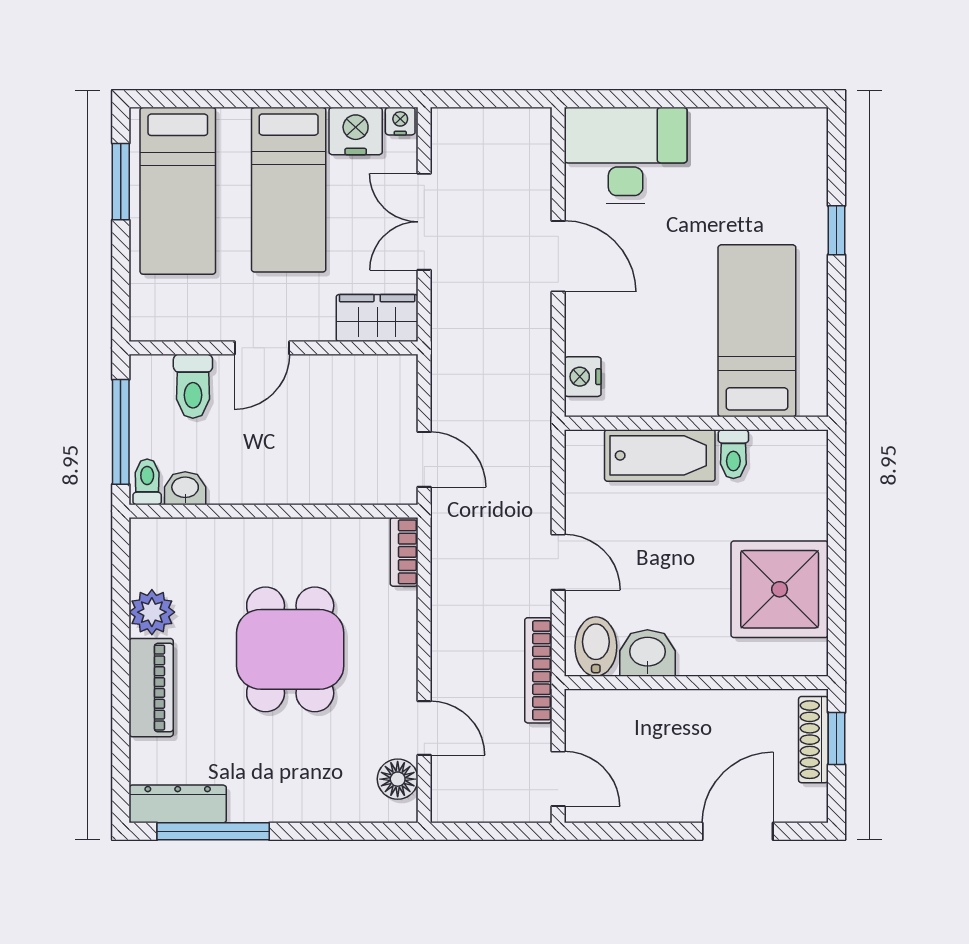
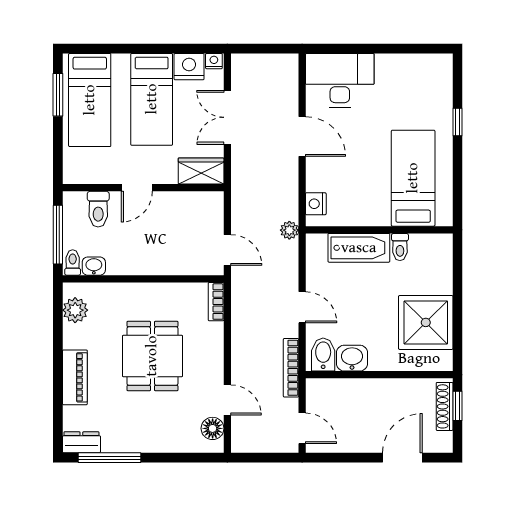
plant: (535, 424) -> (289, 230), added
plant: (152, 612) -> (75, 310), moved
dresser: (178, 804) -> (81, 442), width x0.70

